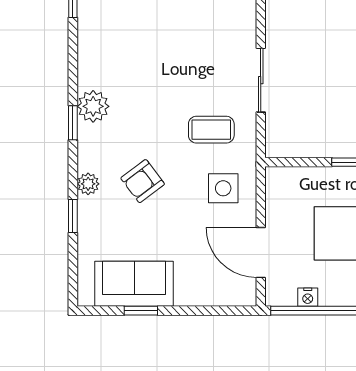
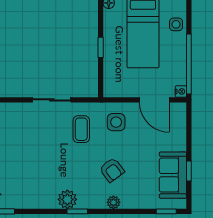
window: (73, 216) -> (166, 211), moved
door: (261, 252) -> (154, 100), hinge flipped
nightstand: (308, 297) -> (181, 91), moved

